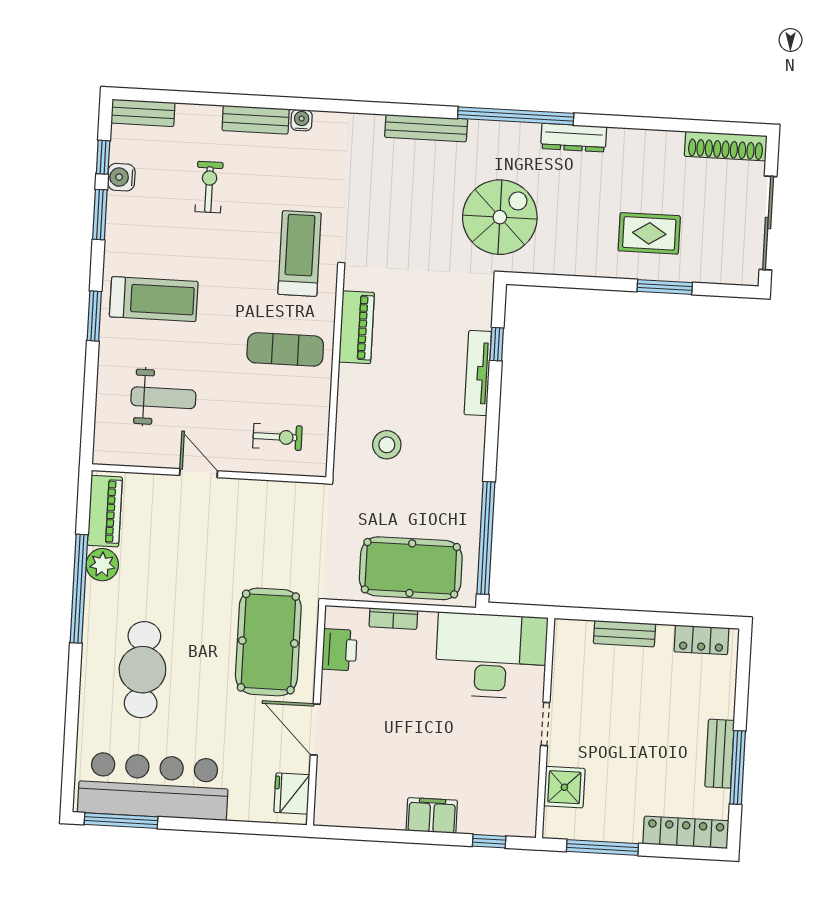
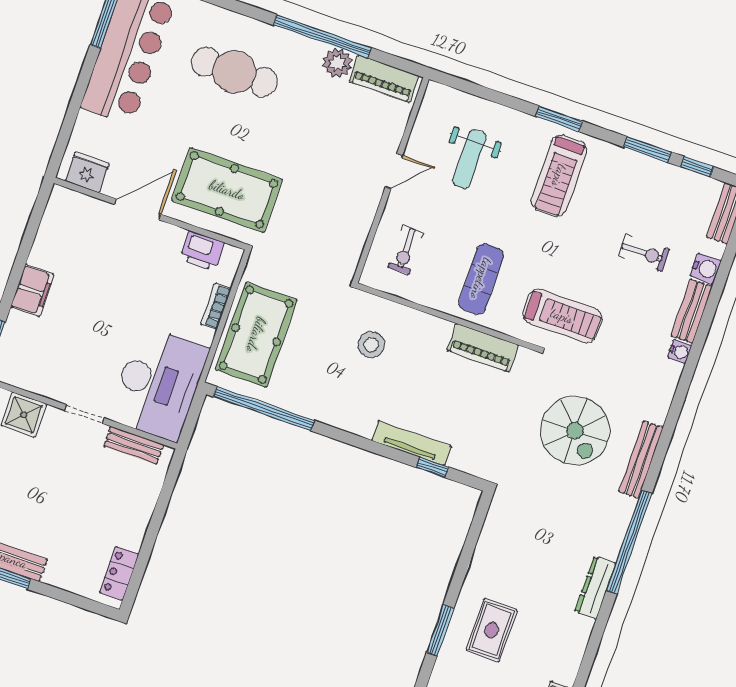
water cooler: (121, 177) -> (706, 268), moved, turned 90
spiral stairs: (500, 217) -> (575, 431), moved
bench: (624, 634) -> (134, 445), moved, turned 90

